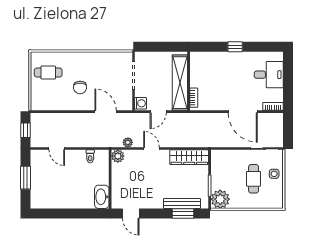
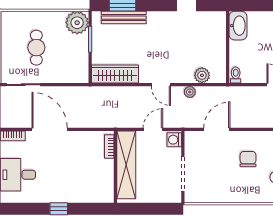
door: (106, 112) -> (217, 129), swing flipped
side table: (274, 174) -> (11, 54), removed
wall: (110, 179) -> (228, 47), moved
washbasin: (102, 197) -> (238, 26), moved

